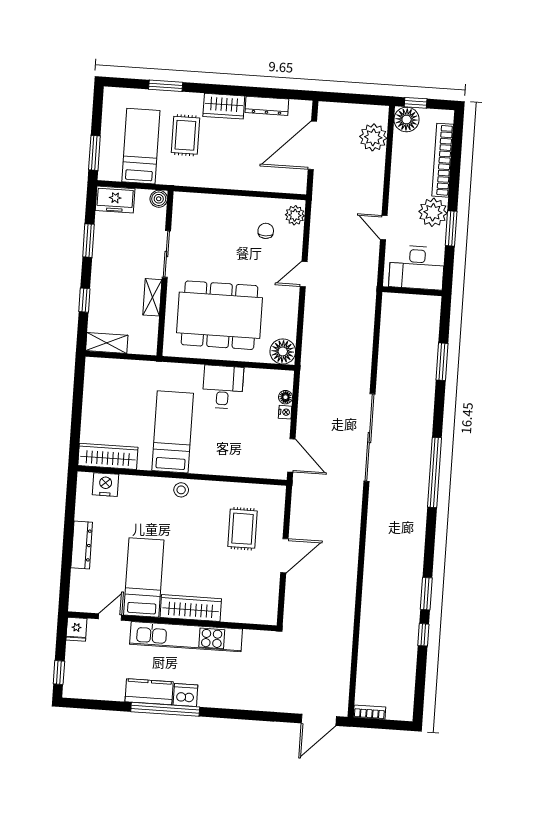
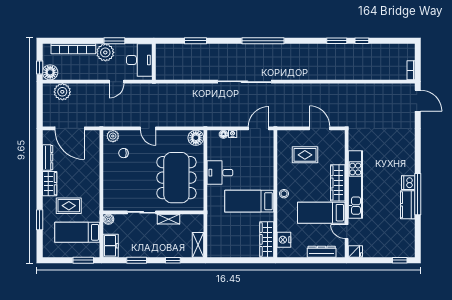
bed: (144, 578) -> (321, 213), moved
wardrobe: (191, 608) -> (338, 183), moved
door: (110, 617) -> (347, 232), moved
wall: (172, 621) -> (347, 194), moved
fridge: (76, 629) -> (355, 251), moved
kitchen unit: (186, 637) -> (355, 185), moved

